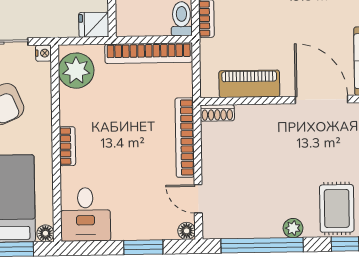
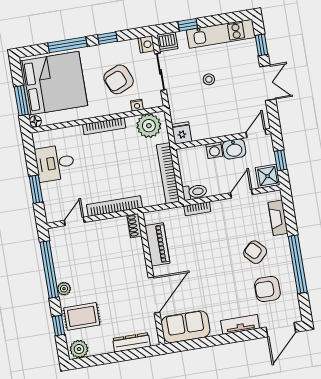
nightstand: (43, 53) -> (137, 105), moved
bookcase: (67, 146) -> (104, 126), width x1.56
desk: (85, 214) -> (55, 163), moved
floor lamp: (187, 231) -> (51, 217), removed

